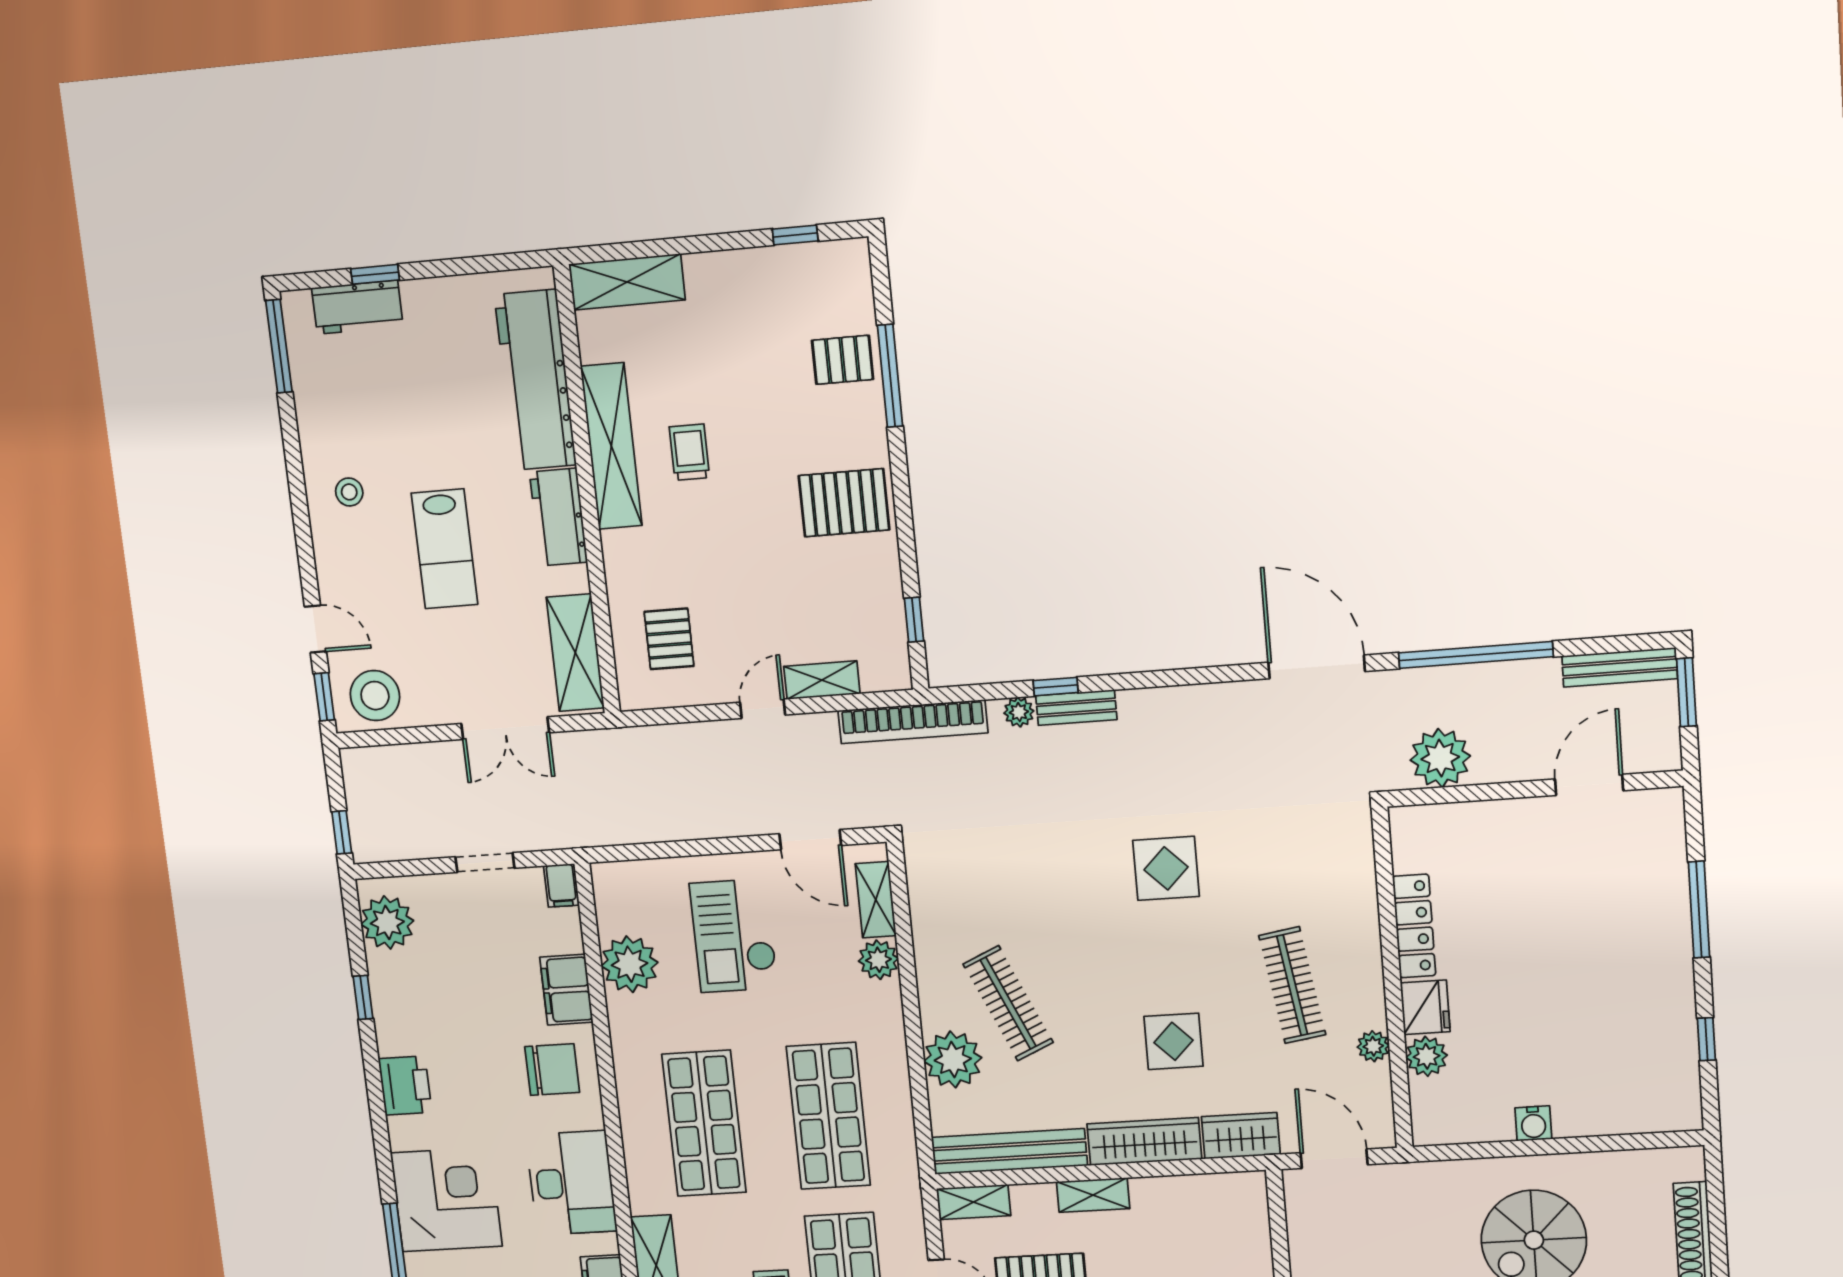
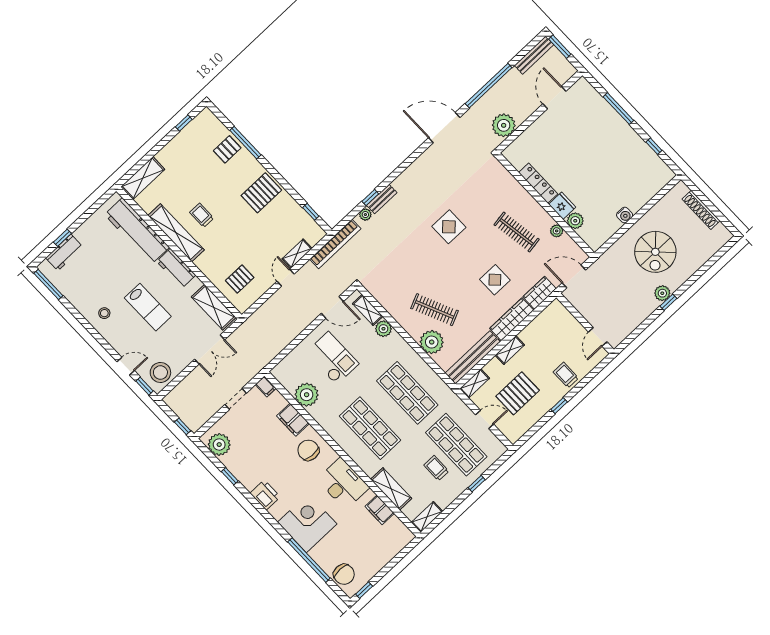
pallet: (669, 639) -> (240, 279), turned 90
checkout: (734, 936) -> (332, 358), turned 180
chair: (552, 1070) -> (308, 450), turned -86

